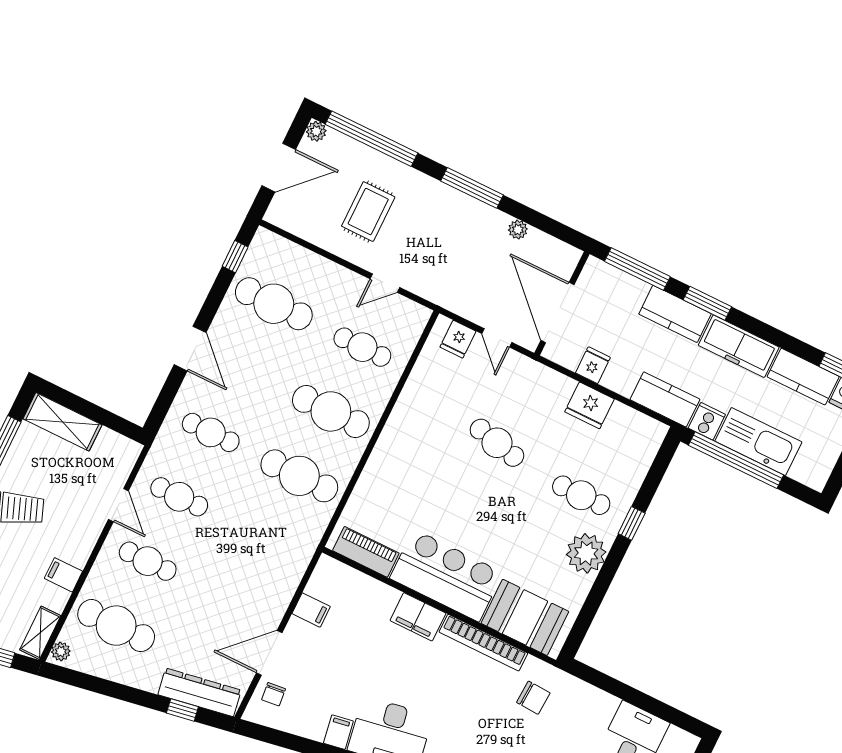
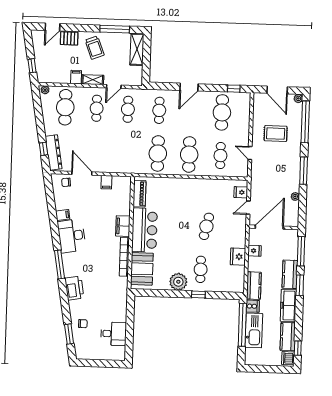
shelving: (40, 633) -> (93, 80), moved
chair: (533, 698) -> (111, 287), removed

